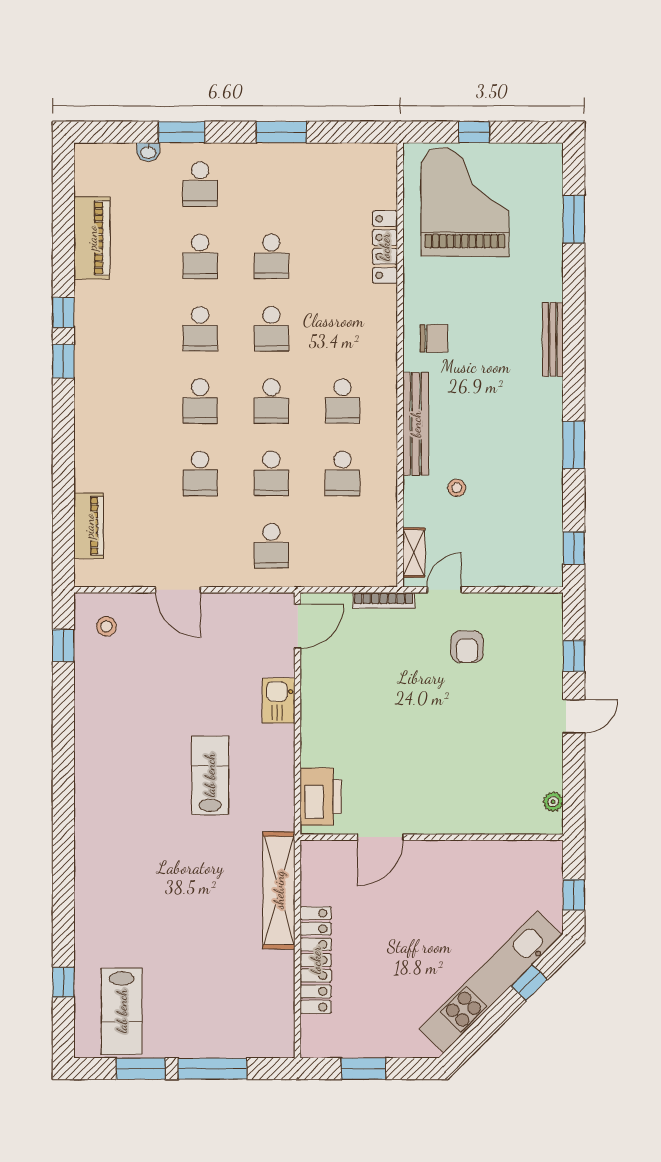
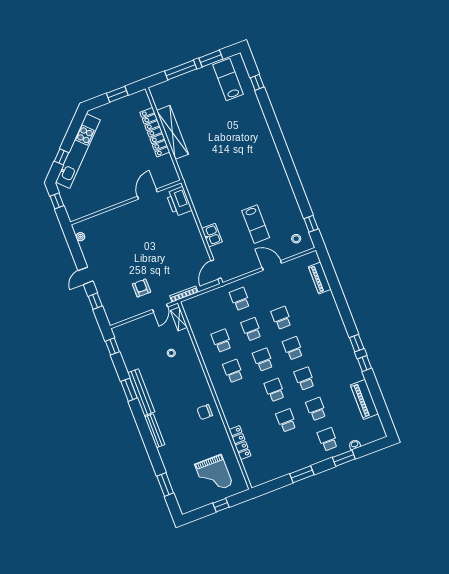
grand piano: (465, 202) -> (214, 474), width x0.73, depth x0.68
bench: (416, 424) -> (141, 392), moved
lab bench: (210, 775) -> (256, 224), moved
shelving: (279, 890) -> (173, 132), moved

